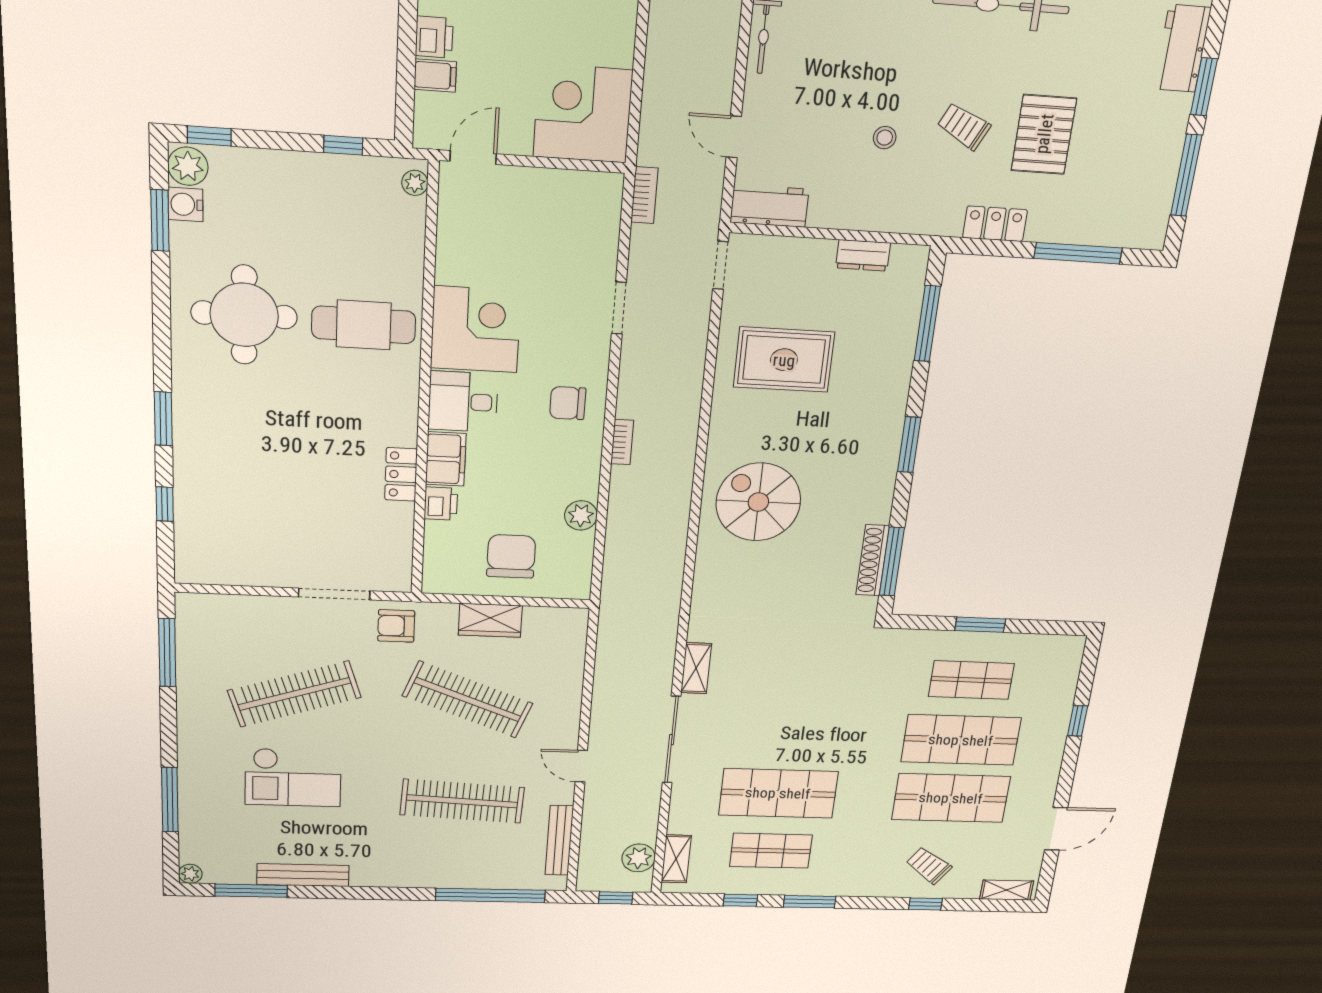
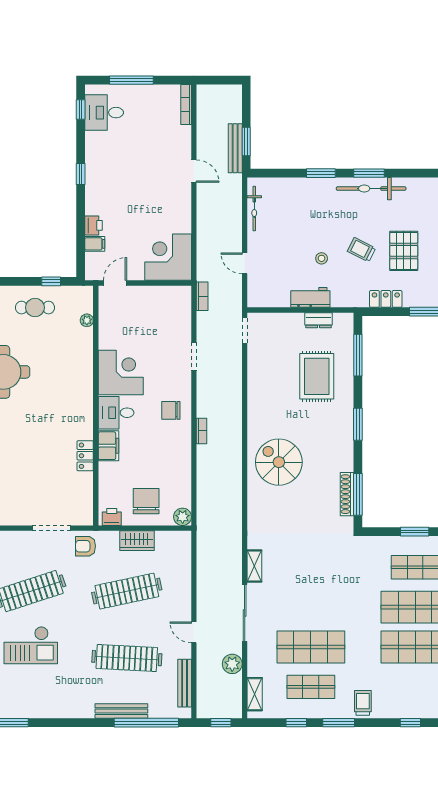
plant: (415, 183) -> (87, 320), moved
workbench: (769, 206) -> (310, 297), moved
cafe table: (364, 325) -> (35, 308), moved, width x0.73, depth x0.74
rug: (784, 360) -> (317, 376), moved, turned 90
printer: (441, 504) -> (112, 517), moved, turned -90
plant: (581, 515) -> (183, 517), moved
clothes rail: (468, 700) -> (127, 591), turned -33
plant: (639, 858) -> (232, 664), moved
trolley: (929, 865) -> (363, 703), moved, turned 54
bench: (303, 875) -> (121, 711), moved

